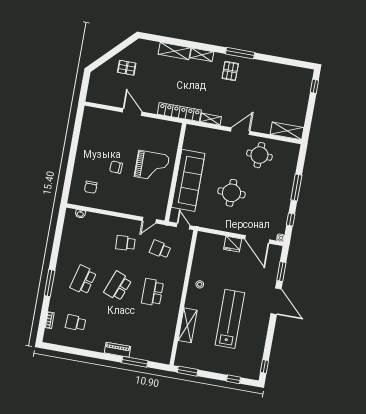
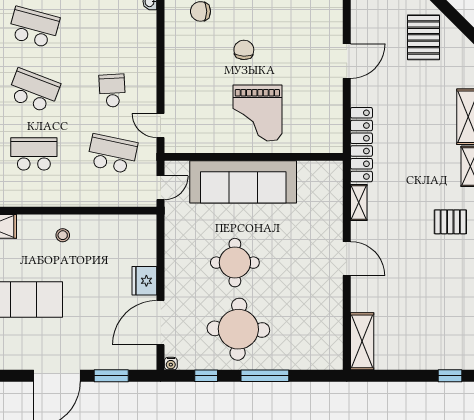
pallet: (127, 68) -> (423, 37), width x1.50, depth x1.42
round table: (259, 155) -> (238, 329), moved, width x1.36, depth x1.36
school desk: (160, 249) -> (112, 154), width x1.85

